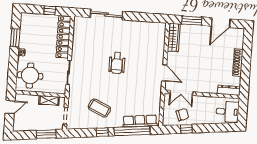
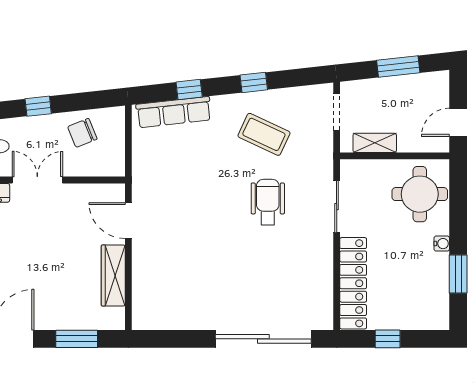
sliding door: (106, 14) -> (263, 339), width x1.36
wardrobe: (174, 37) -> (113, 275), moved
wheelchair: (117, 63) -> (268, 202), moved
double door: (181, 93) -> (37, 180), moved
window: (186, 129) -> (38, 106), moved
window: (132, 131) -> (189, 90), width x0.32
window: (46, 134) -> (398, 67), moved

